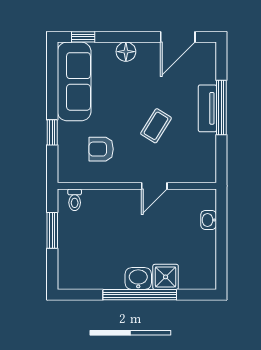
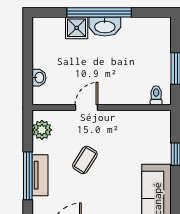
armchair: (101, 149) -> (133, 140), removed
plant: (205, 160) -> (42, 130), added
washbasin: (138, 278) -> (105, 26), width x1.38

